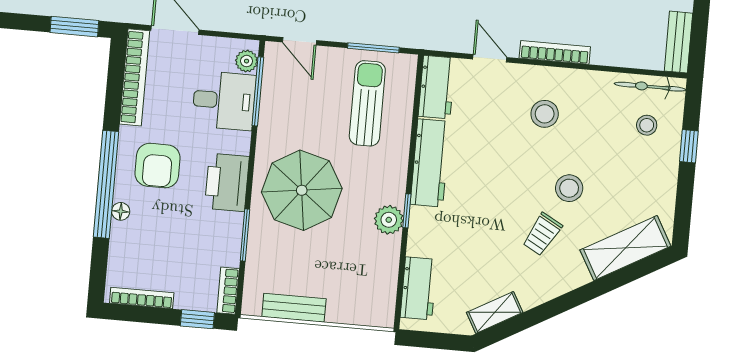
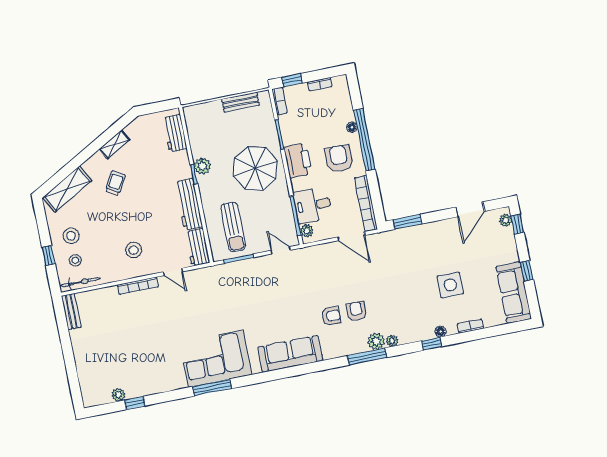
stool: (569, 188) -> (71, 236), moved
bookcase: (142, 298) -> (320, 84), width x0.64
shelving: (495, 312) -> (115, 144), moved

